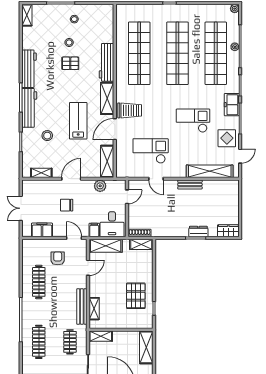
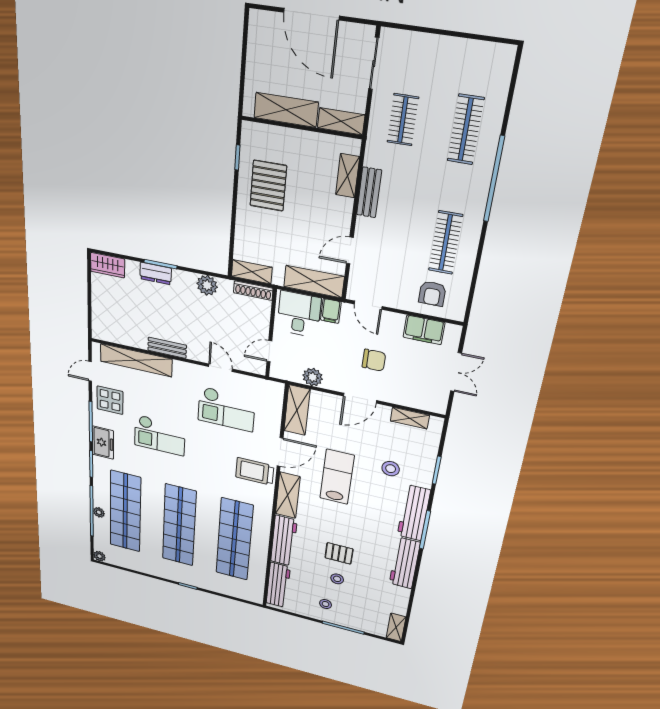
workbench: (107, 25) -> (278, 585), added
lab bench: (78, 121) -> (337, 477), turned 180
plant: (167, 231) -> (207, 285), added
armchair: (58, 258) -> (432, 294), moved
bench: (82, 306) -> (369, 192), width x0.73
shelving: (146, 347) -> (286, 110), moved, turned 90

